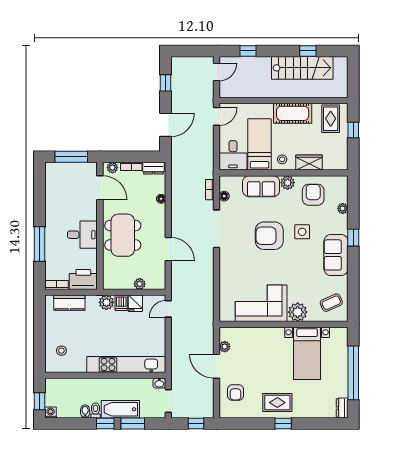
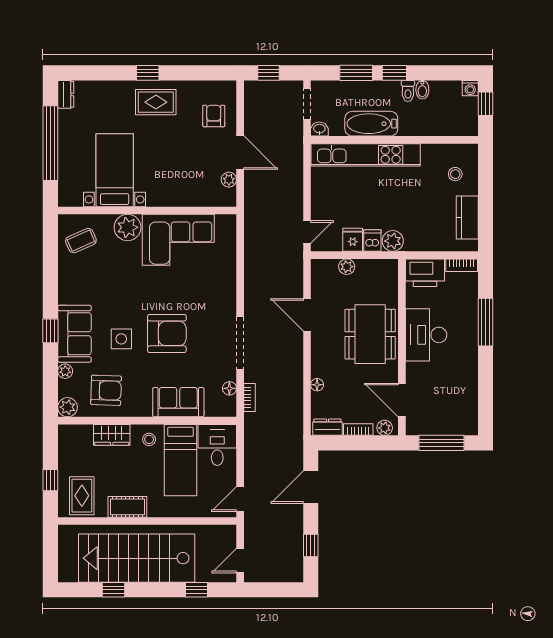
stairs: (302, 68) -> (137, 558), width x1.36, depth x1.51
cot: (293, 113) -> (127, 507), width x0.73, depth x0.75
plant: (288, 183) -> (68, 407), moved
armchair: (313, 195) -> (106, 390), turned -88
desk: (82, 235) -> (426, 335), width x1.37
sofa: (336, 255) -> (74, 334), moved
kitchen counter: (69, 303) -> (467, 218), moved, turned -90
bathtub: (120, 409) -> (371, 124), moved, turned 180

